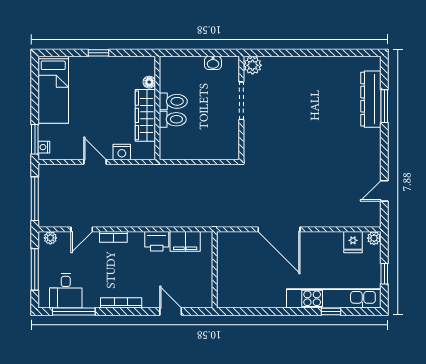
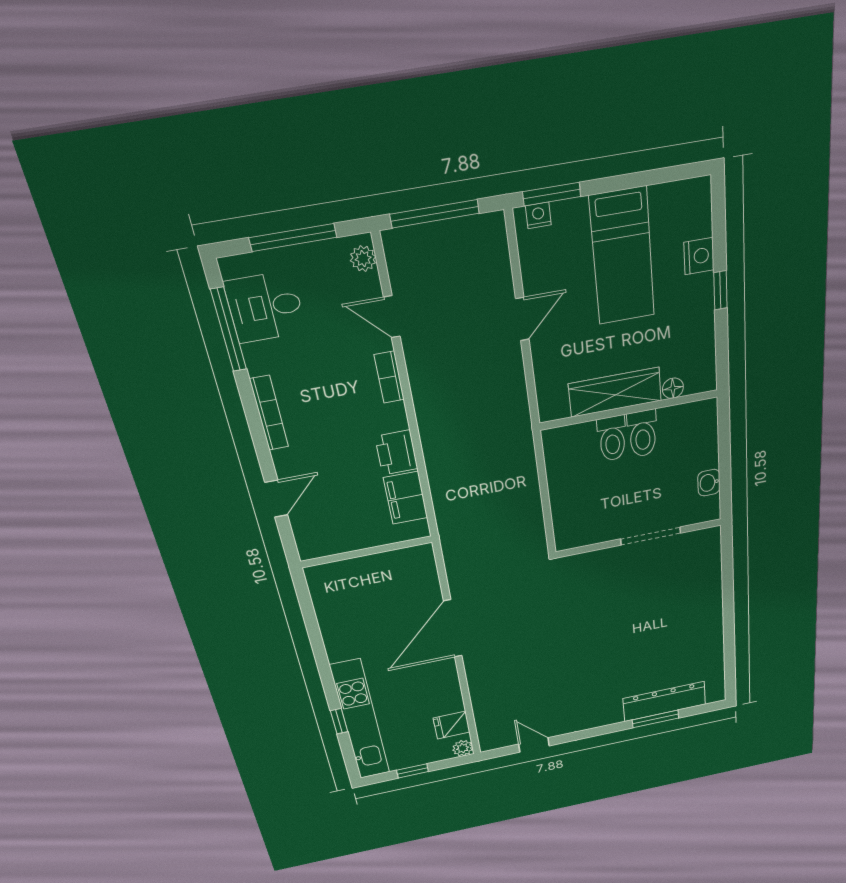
plant: (253, 65) -> (707, 540), removed
bed: (53, 90) -> (622, 257), moved, turned -90
nightstand: (122, 152) -> (699, 256), moved, turned 180

